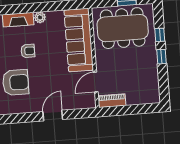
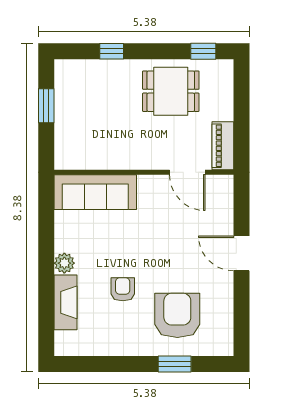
dining table: (123, 28) -> (171, 91), moved, width x0.53, depth x0.80
sofa: (79, 40) -> (95, 192), width x0.74, depth x0.79
window: (161, 57) -> (203, 51), moved

